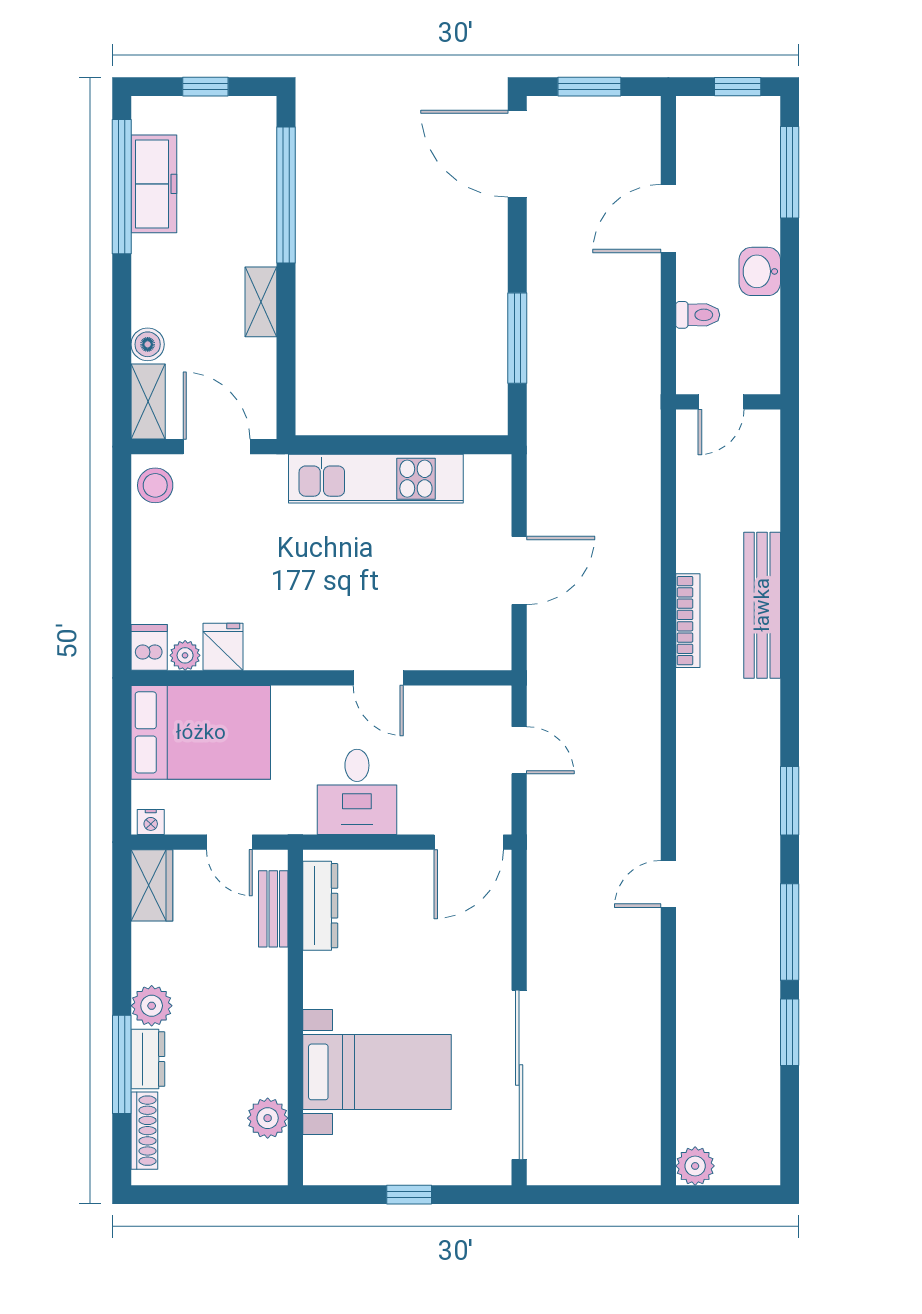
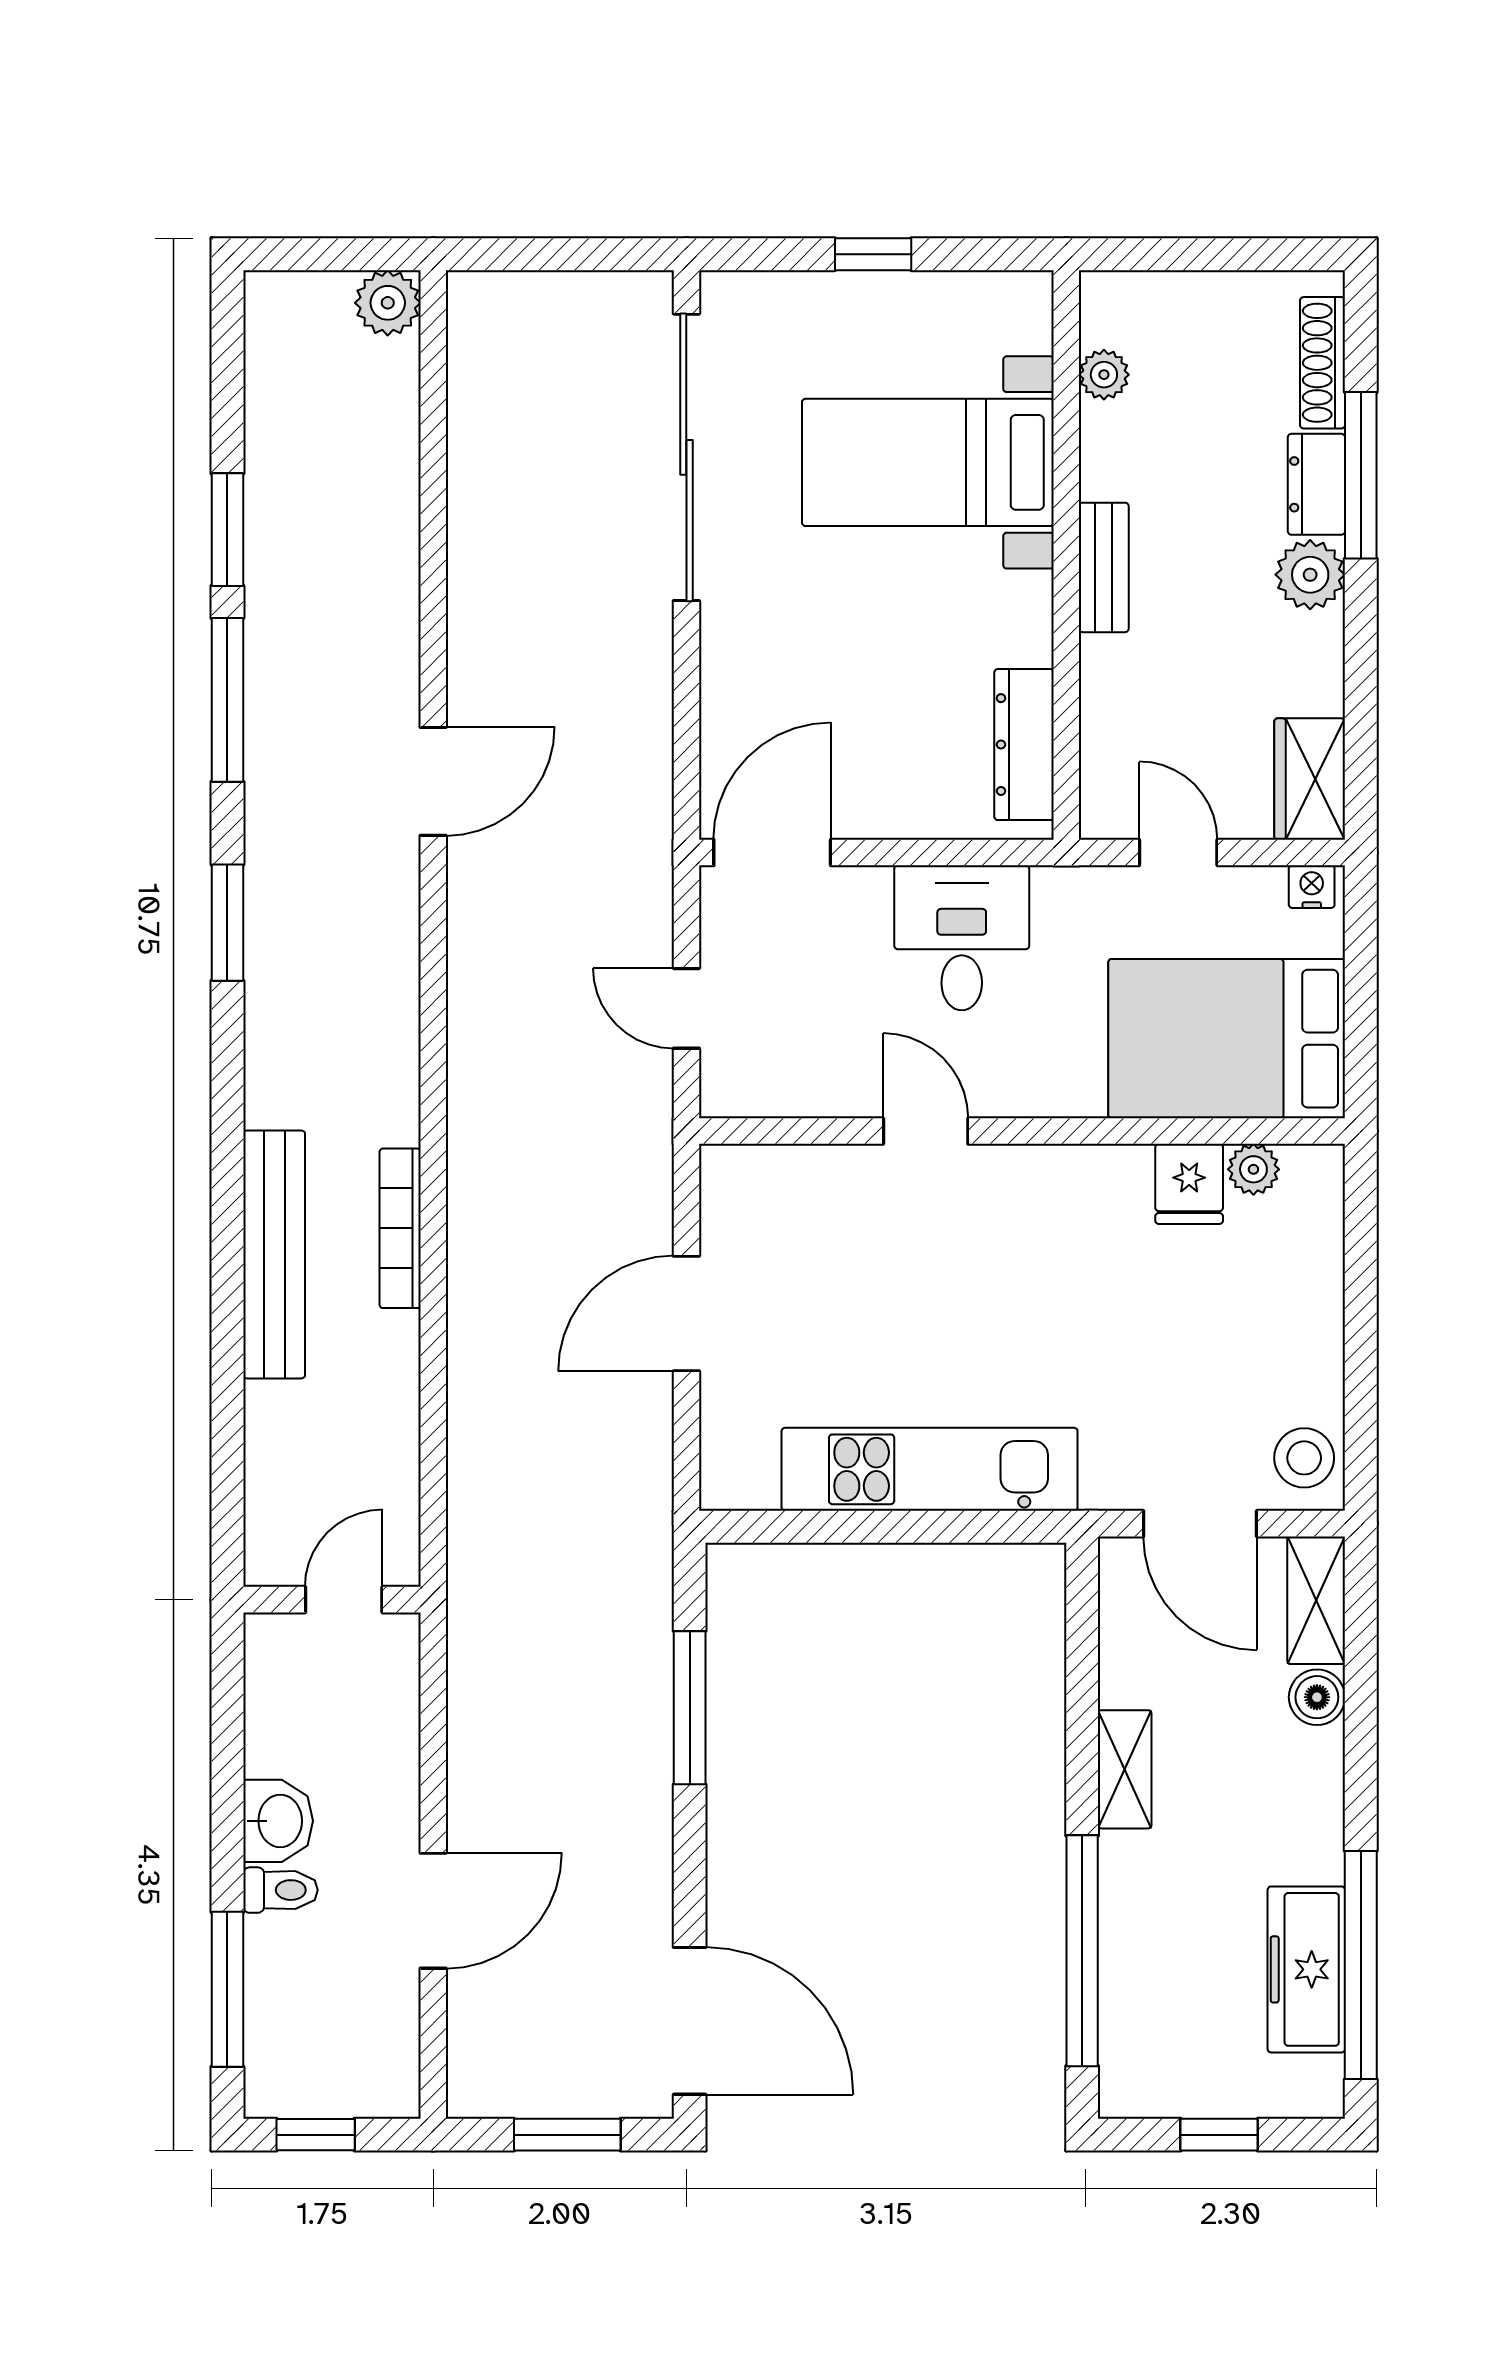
toilet: (698, 315) -> (280, 1890), moved, turned 180
dishwasher: (149, 647) -> (1314, 1183), removed
door: (668, 884) -> (433, 781), width x1.38
bench: (273, 909) -> (1104, 567), moved
plant: (268, 1118) -> (1104, 375), width x0.73, depth x0.73

